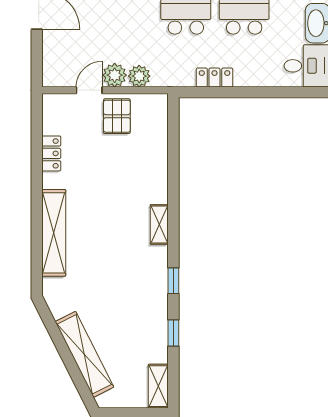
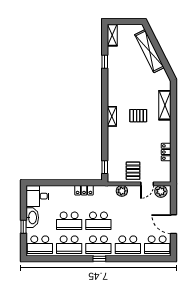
plant: (115, 75) -> (161, 191), moved
pallet: (107, 226) -> (138, 116), added
shelving: (54, 233) -> (165, 105), width x0.68
window: (173, 281) -> (105, 167), moved

